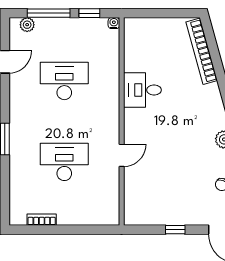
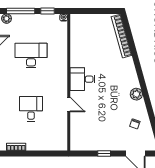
desk: (142, 90) -> (82, 79), moved
door: (122, 155) -> (69, 105), hinge flipped
desk: (64, 162) -> (31, 109), width x0.73

